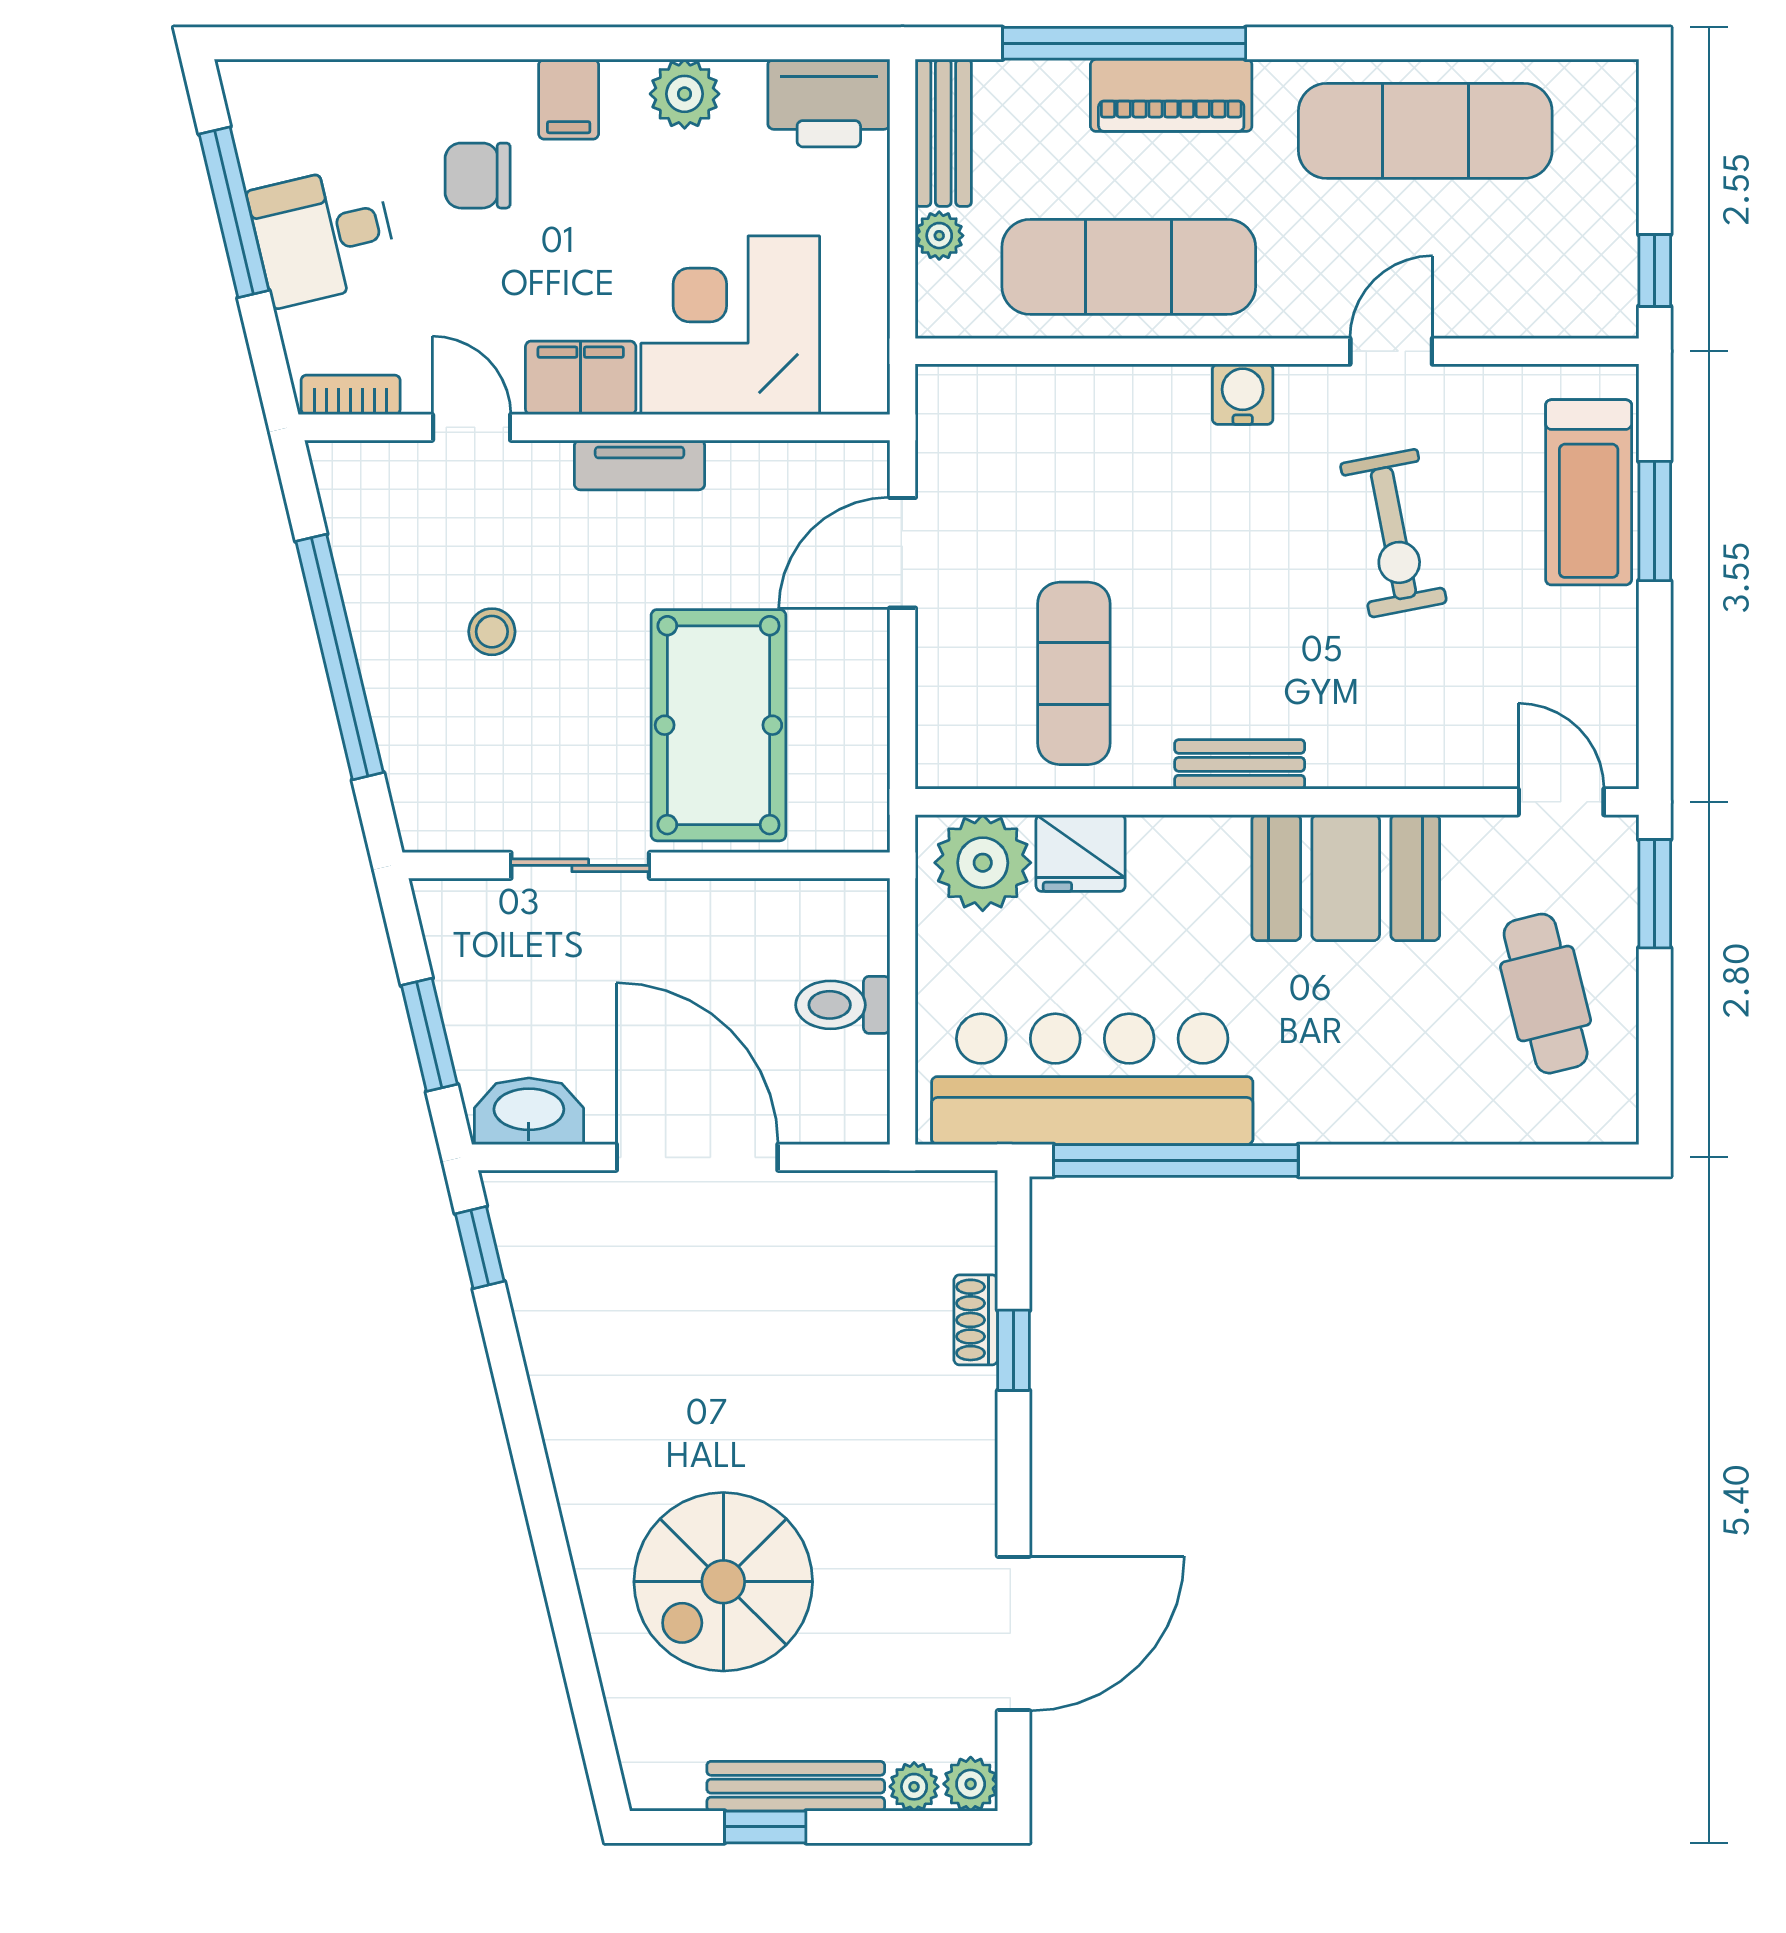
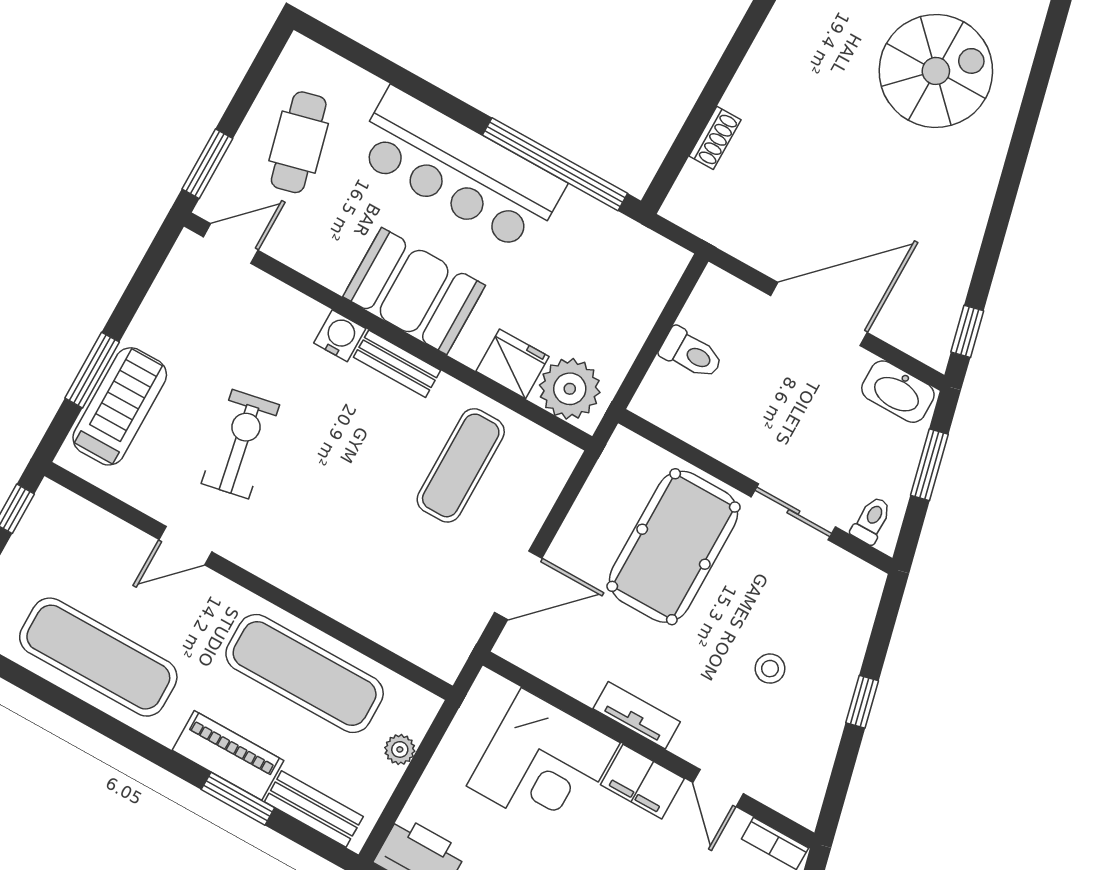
window: (1124, 43) -> (238, 799), width x0.47
bench: (943, 133) -> (314, 809), moved, turned 90
water cooler: (1243, 394) -> (340, 336), moved, turned 180
window: (340, 657) -> (862, 702), width x0.32
door: (1561, 802) -> (231, 244), swing flipped
booth: (1346, 878) -> (414, 291), moved
toilet: (466, 914) -> (871, 520), added
bar counter: (1092, 1079) -> (459, 170), moved
door: (697, 1157) -> (819, 314), swing flipped
window: (1014, 1350) -> (704, 109), removed

